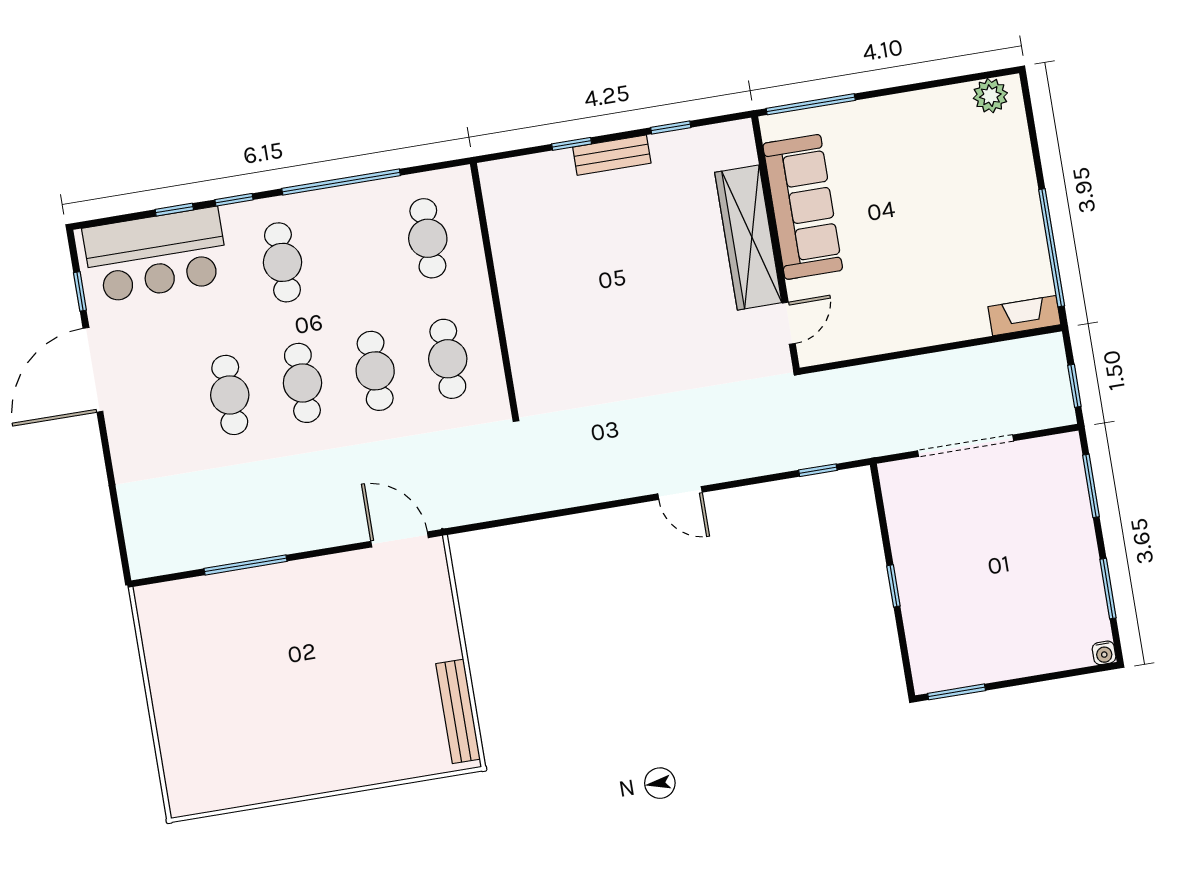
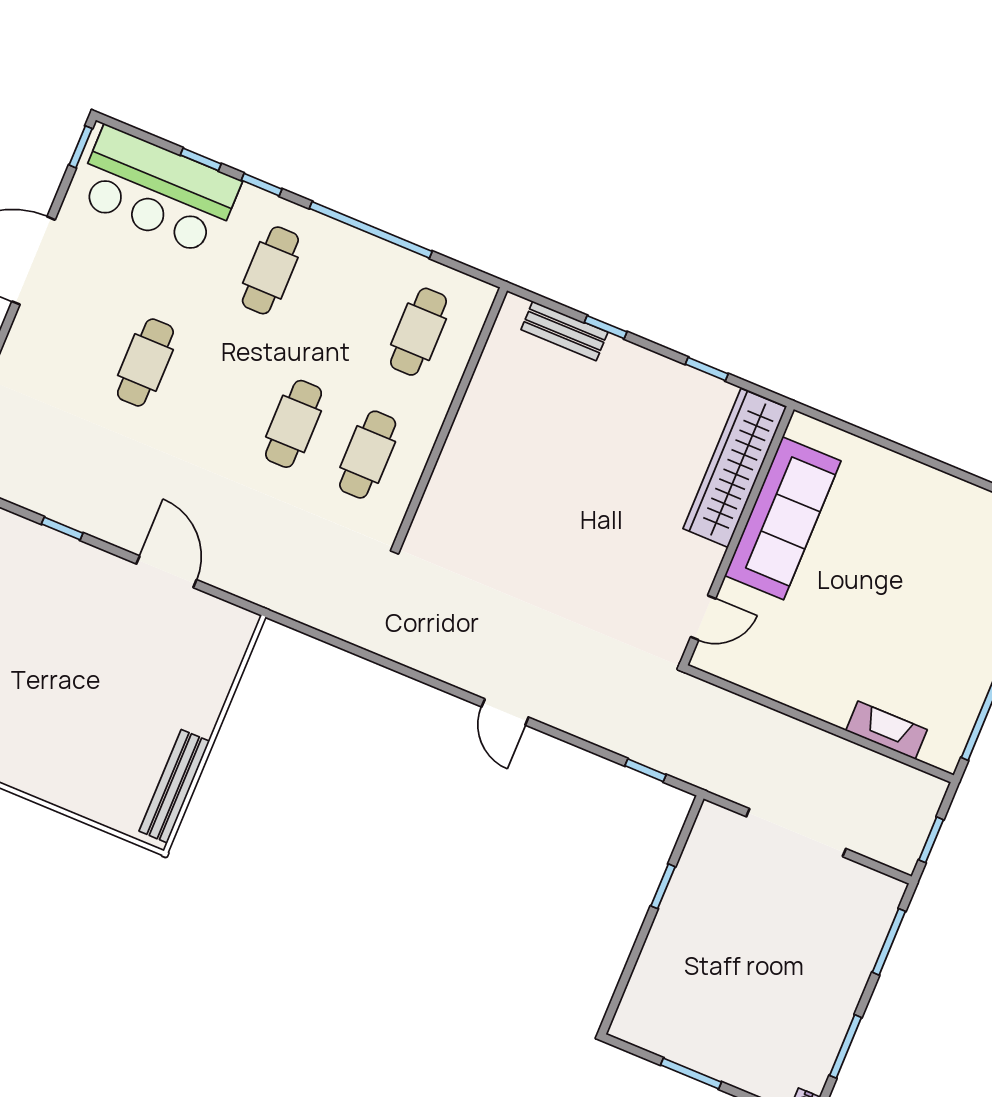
window: (811, 104) -> (849, 428), removed
bench: (612, 155) -> (564, 331), moved
wardrobe: (748, 237) -> (735, 468), moved
window: (80, 291) -> (81, 147), moved
fireplace: (1024, 316) -> (886, 730), moved
cafe table: (302, 383) -> (219, 393), removed
door: (400, 539) -> (166, 572), moved
window: (245, 565) -> (62, 529), width x0.46
window: (893, 586) -> (663, 886), moved
window: (957, 692) -> (691, 1073), moved

